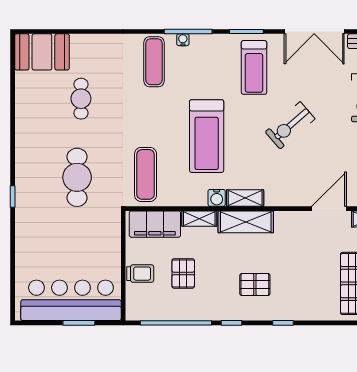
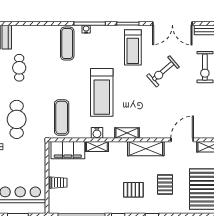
exercise bike: (290, 125) -> (163, 71), moved
water cooler: (217, 198) -> (97, 133), moved
shelving: (246, 222) -> (146, 149), moved
pallet: (183, 273) -> (165, 184), moved

